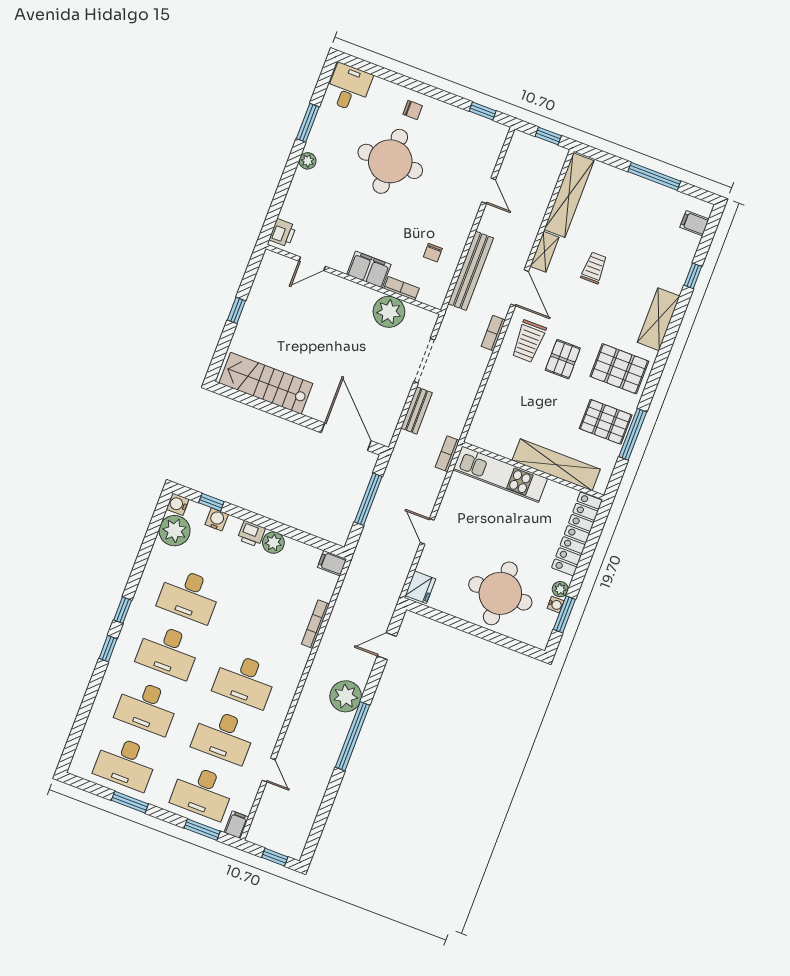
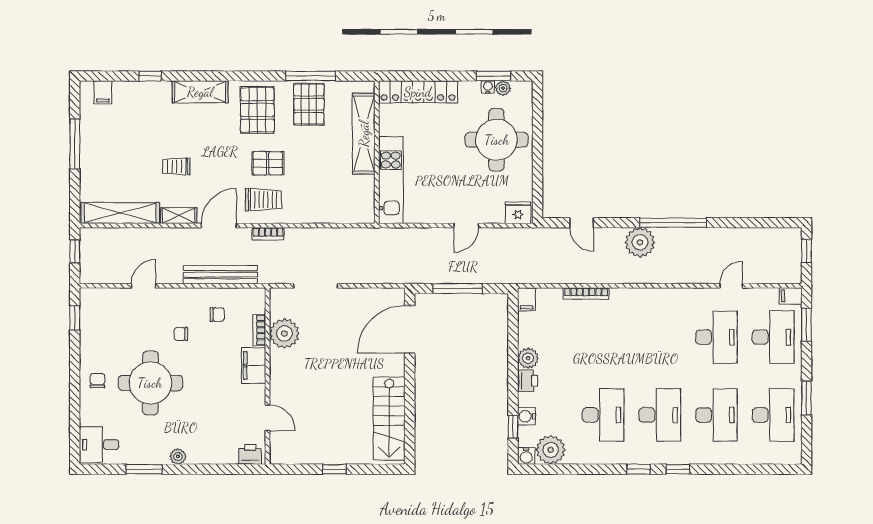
chair: (427, 210) -> (181, 334), added
bench: (417, 410) -> (363, 276), removed
bookcase: (447, 454) -> (390, 234), removed
plant: (560, 589) -> (503, 88), moved
desk: (245, 680) -> (660, 337), removed

